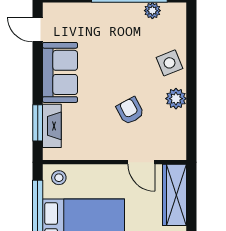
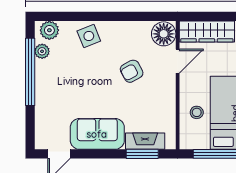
plant: (176, 99) -> (49, 30), moved
floor lamp: (172, 147) -> (164, 34), added
stool: (59, 178) -> (197, 112), moved

